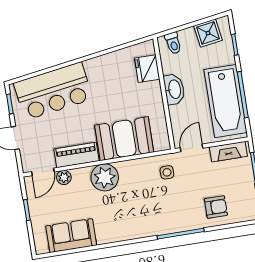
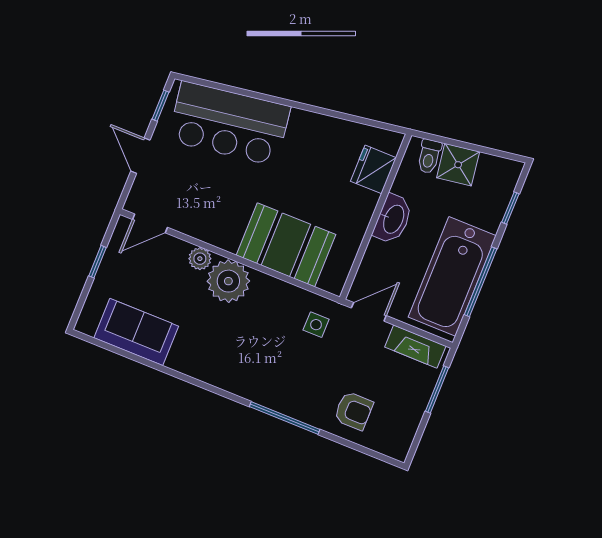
shower: (208, 33) -> (458, 165), moved
piano: (76, 155) -> (209, 228), removed
plant: (64, 177) -> (200, 259), moved

